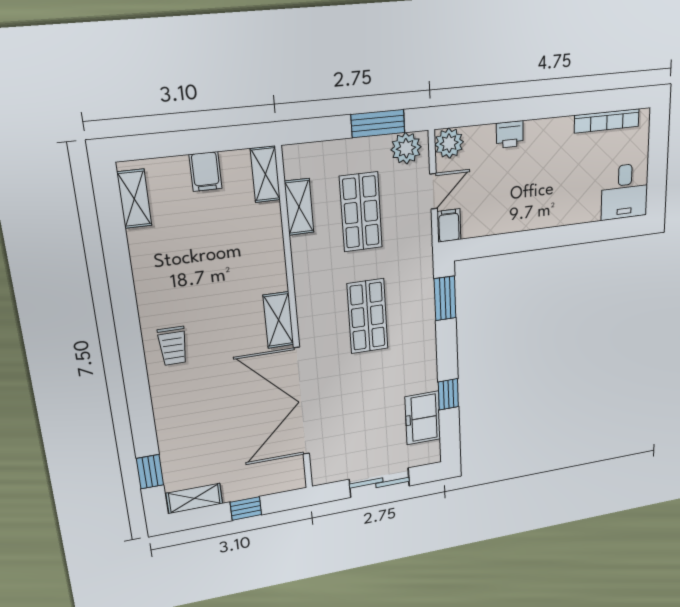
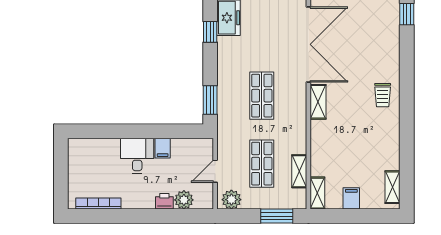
window: (378, 124) -> (277, 216), moved
plant: (449, 143) -> (184, 200), moved
desk: (625, 192) -> (137, 156), moved
filing cabinet: (449, 225) -> (163, 148), moved
trolley: (173, 346) -> (383, 95), turned 180

